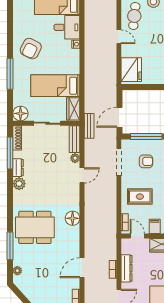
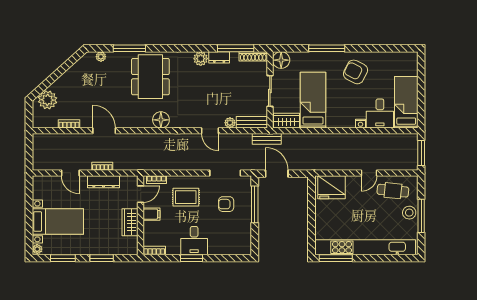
armchair: (146, 161) -> (226, 204), turned 90
rug: (140, 197) -> (186, 197), turned 90

